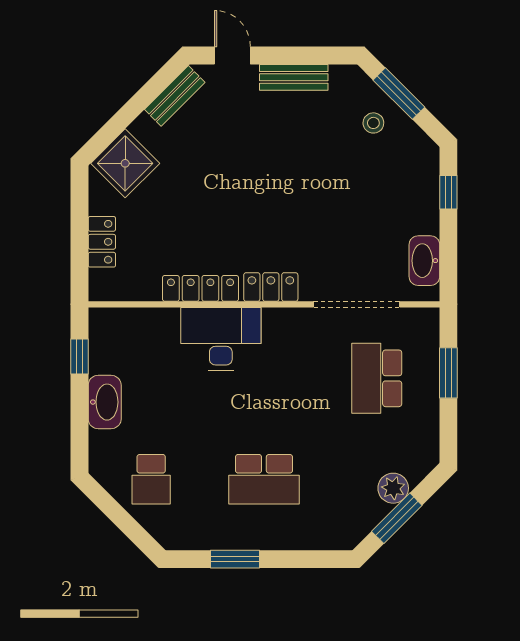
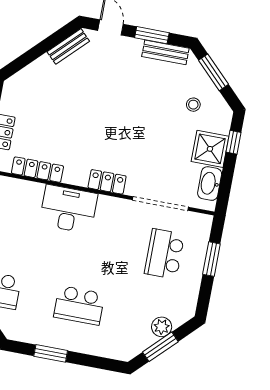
window: (296, 55) -> (152, 35), added
bench: (294, 77) -> (165, 52), moved
stool: (373, 123) -> (193, 105), moved
shower: (125, 163) -> (210, 149), moved, turned 45
locker: (201, 288) -> (37, 170), moved

